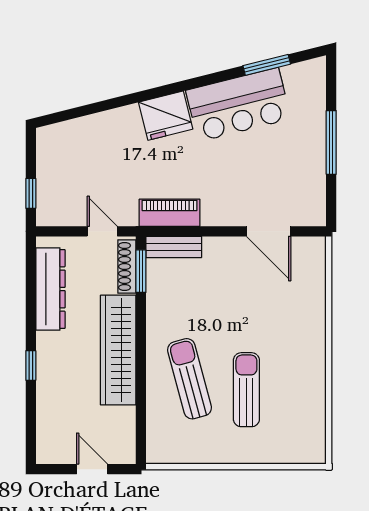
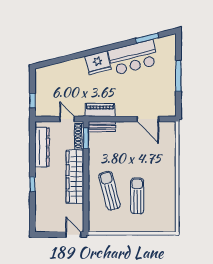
door: (92, 469) -> (73, 235), moved

